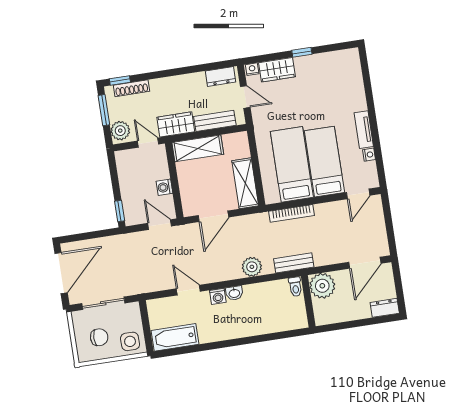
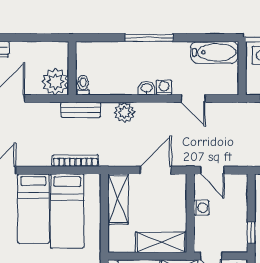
window: (120, 211) -> (251, 233), moved
window: (240, 342) -> (149, 38), added

